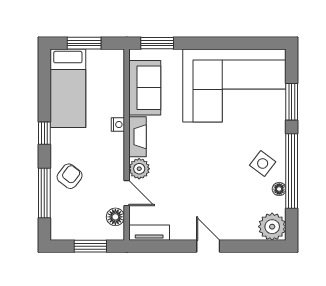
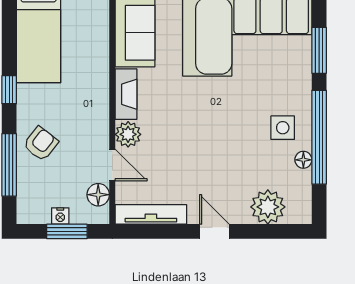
nightstand: (118, 124) -> (60, 216), moved, turned 90
side table: (263, 163) -> (283, 128), turned -37
plant: (272, 227) -> (268, 207), moved
tv unit: (149, 233) -> (151, 214), width x1.41

